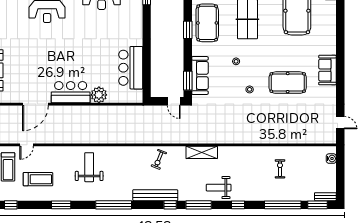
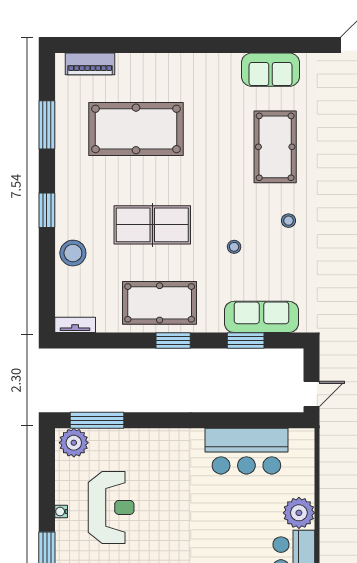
sofa: (327, 70) -> (271, 70), moved
window: (188, 81) -> (246, 340), moved
door: (174, 101) -> (311, 394), moved

